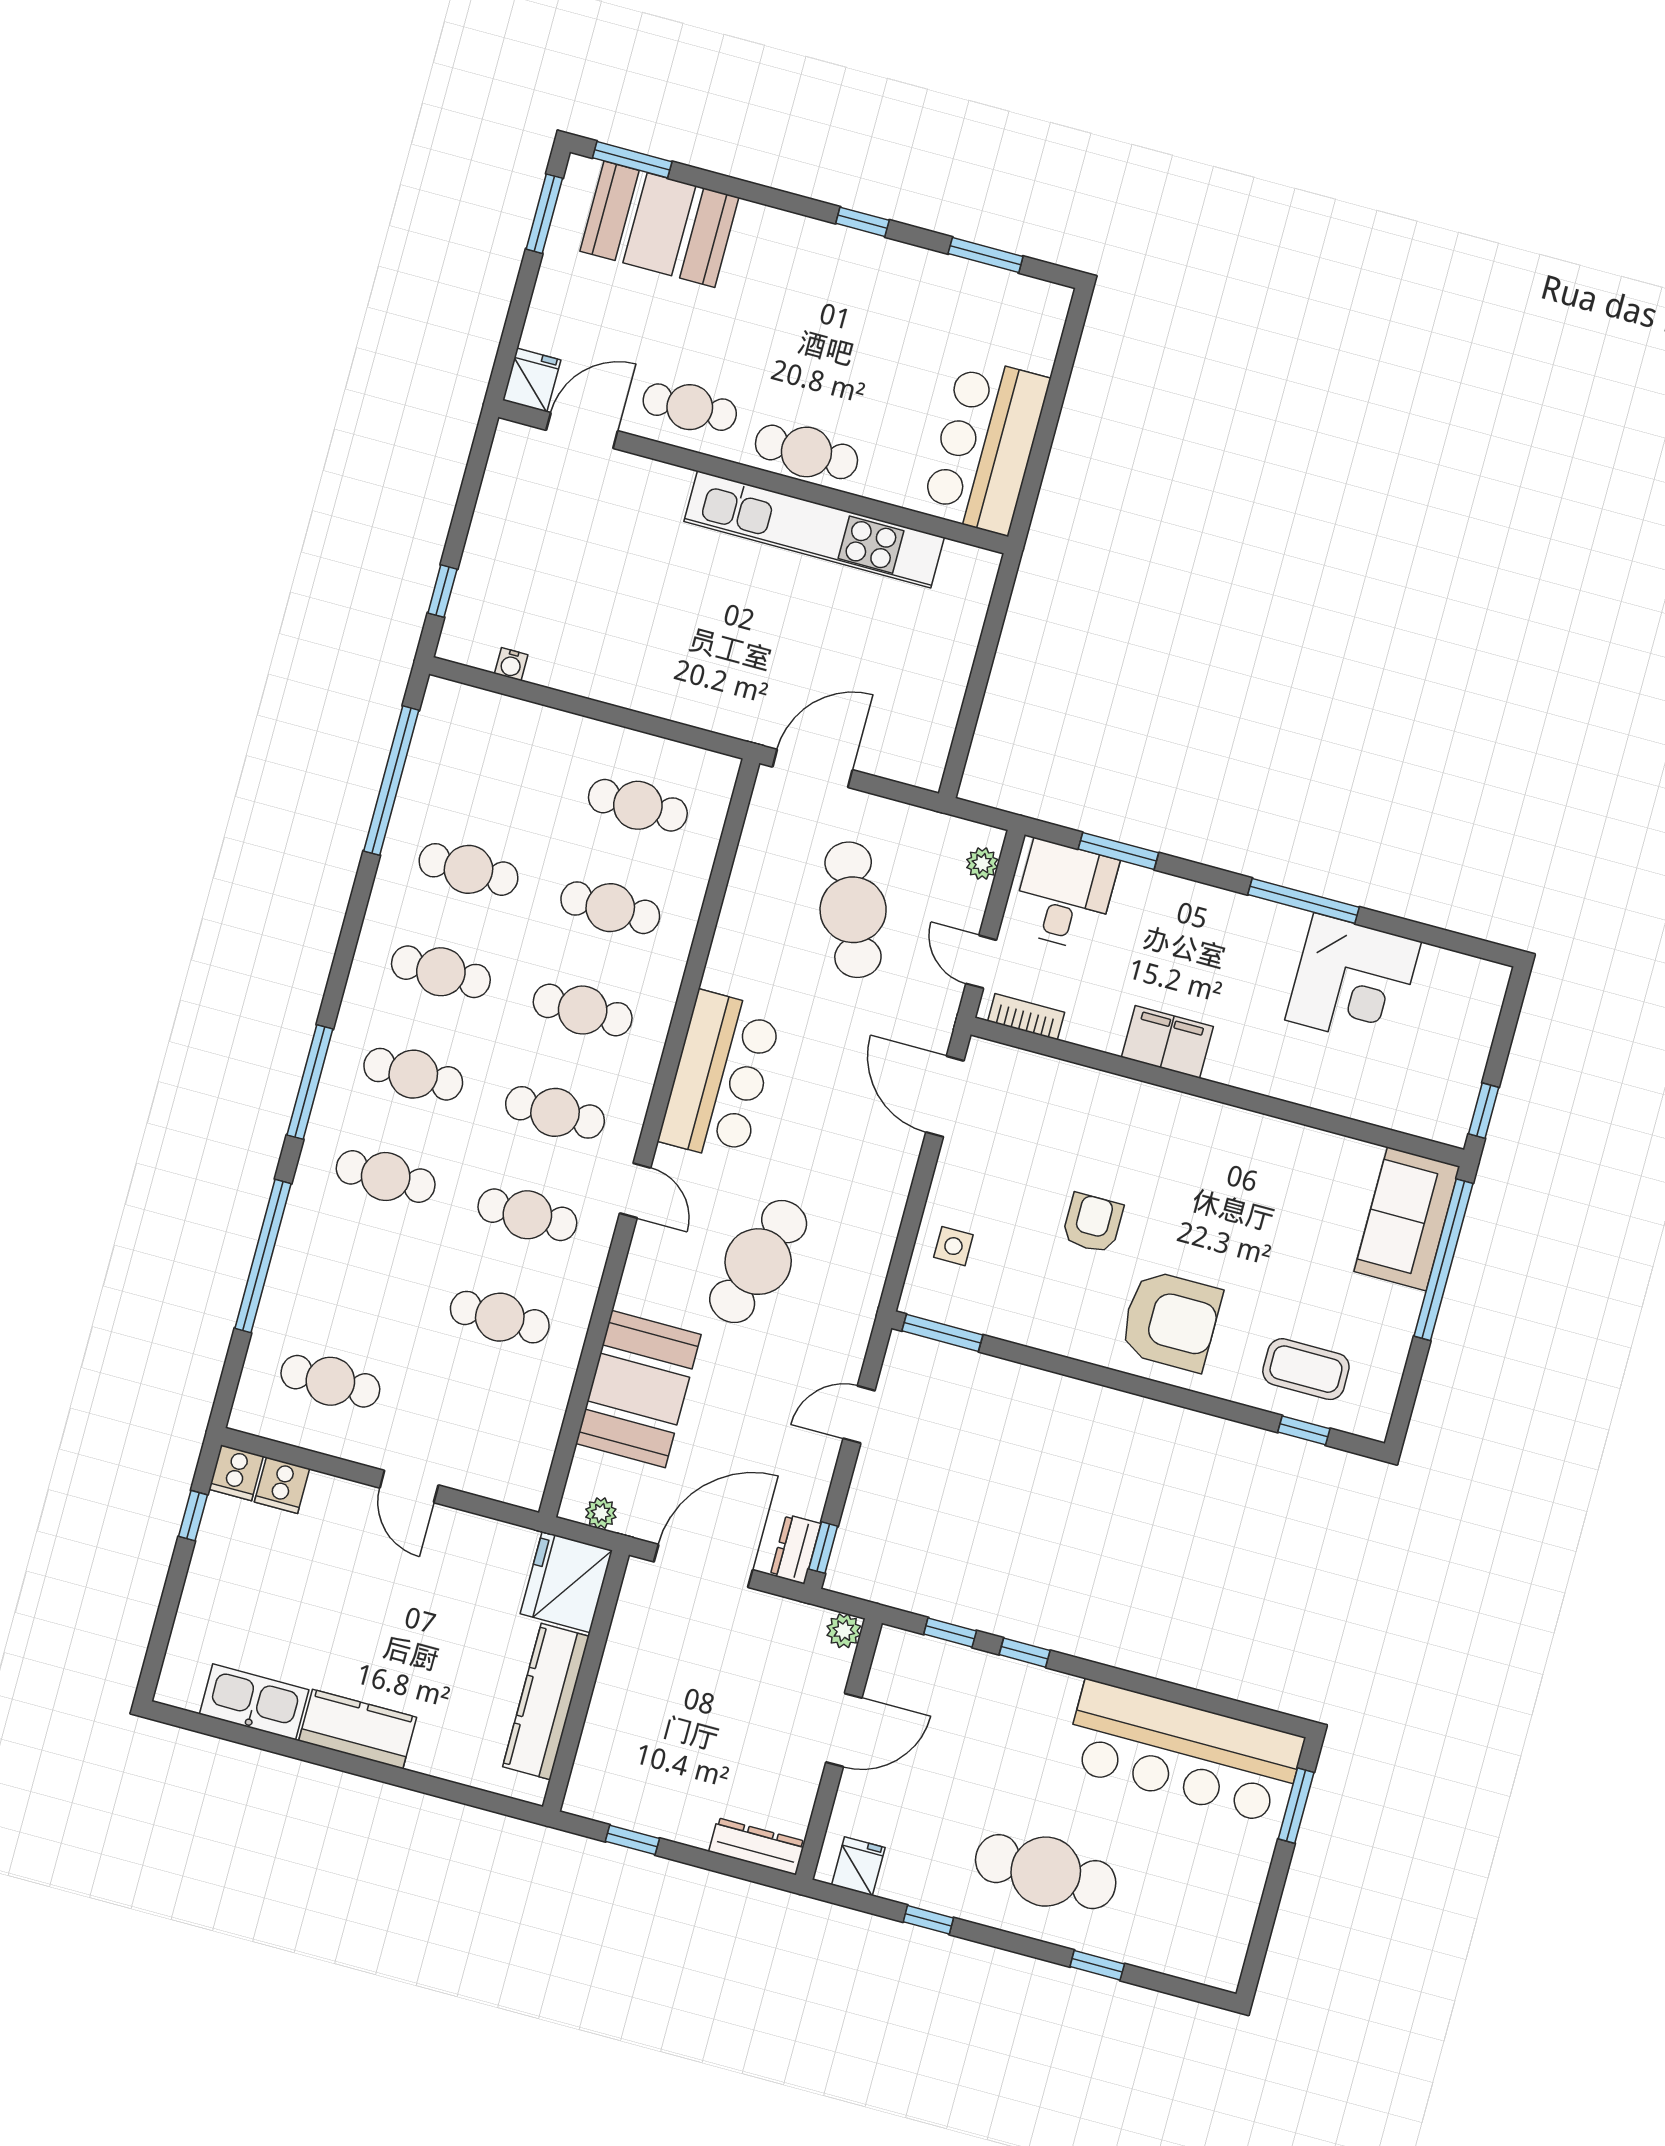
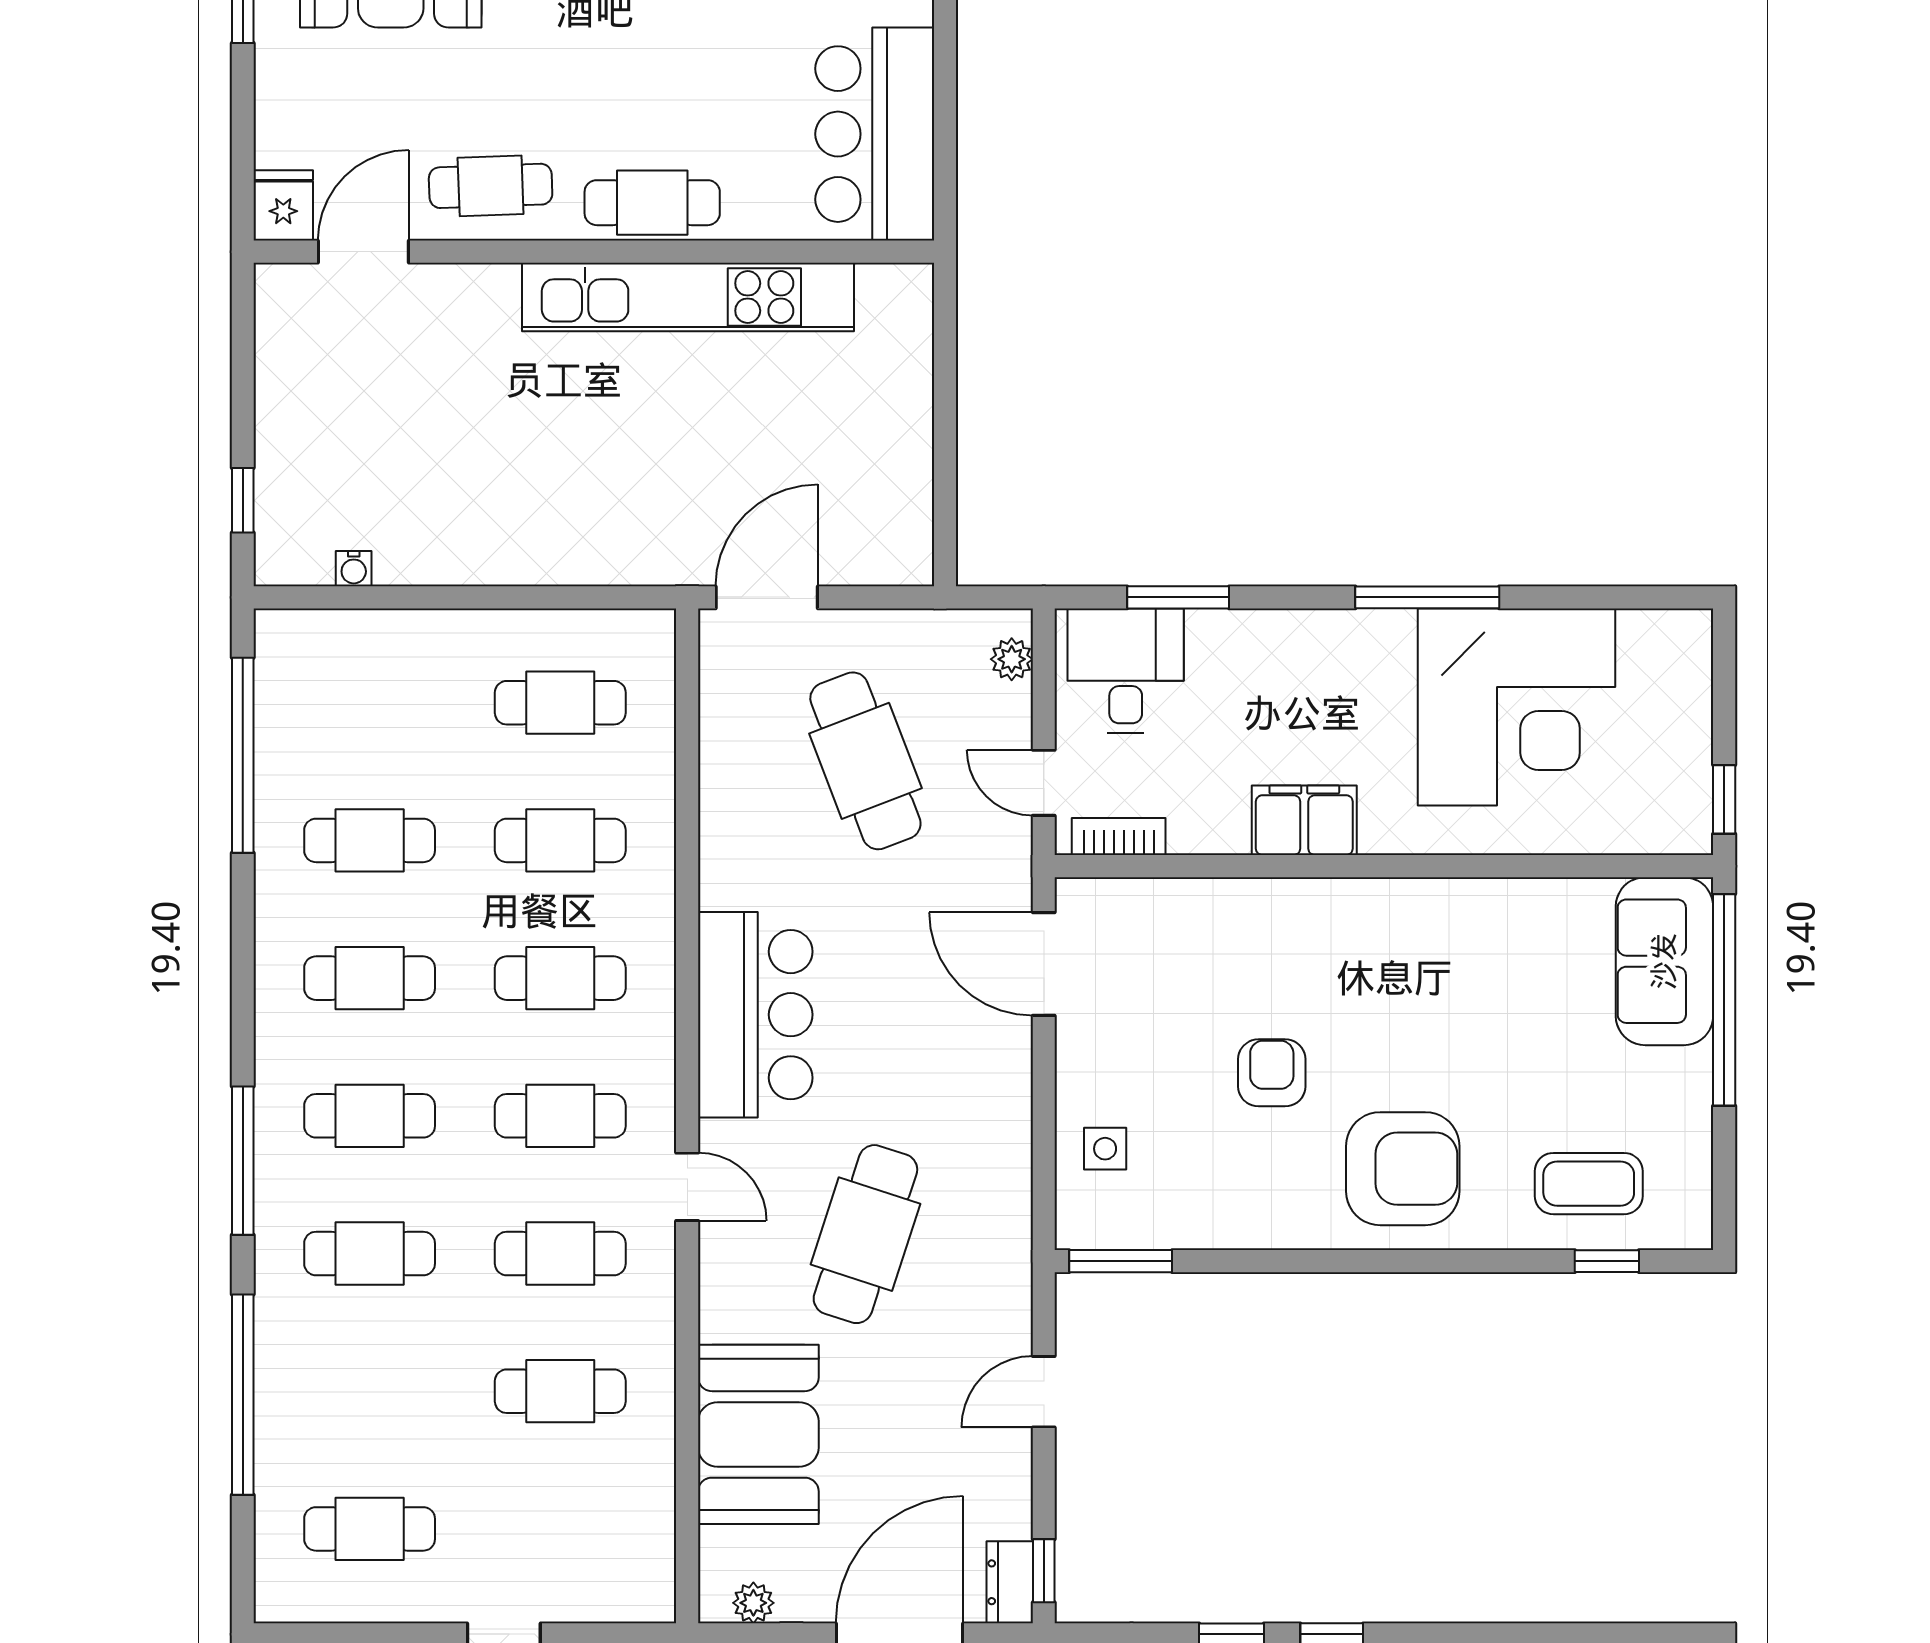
corner desk: (1353, 981) -> (1517, 707), width x1.36, depth x1.36

